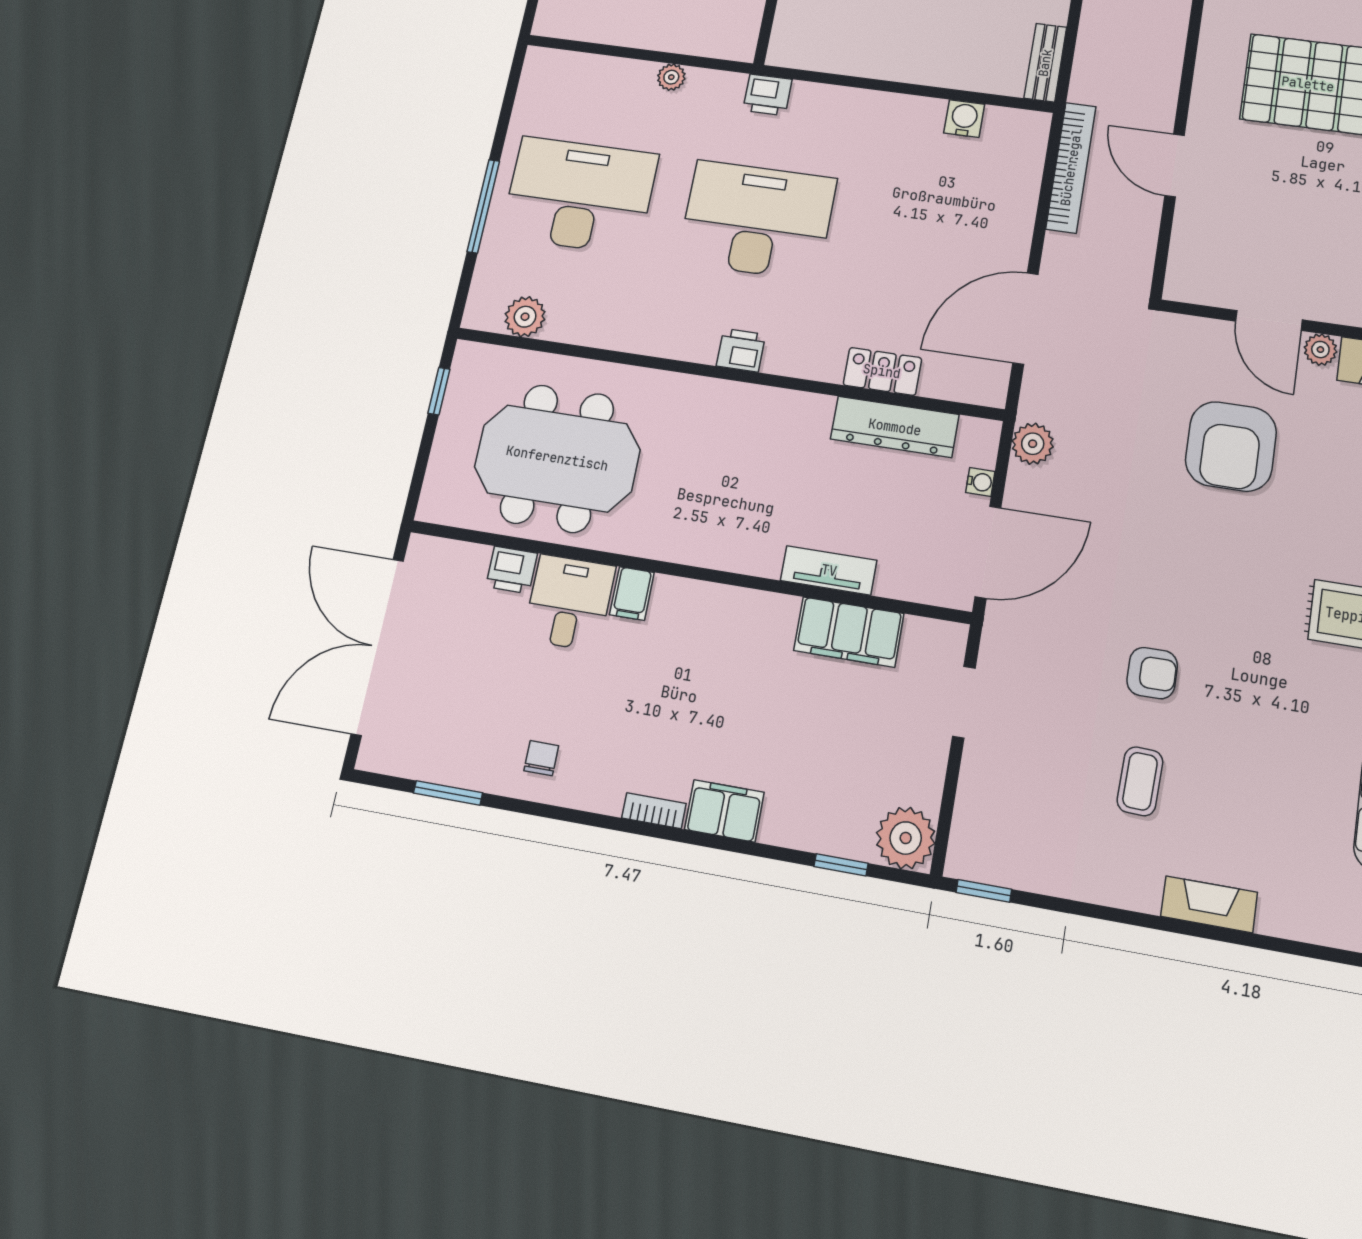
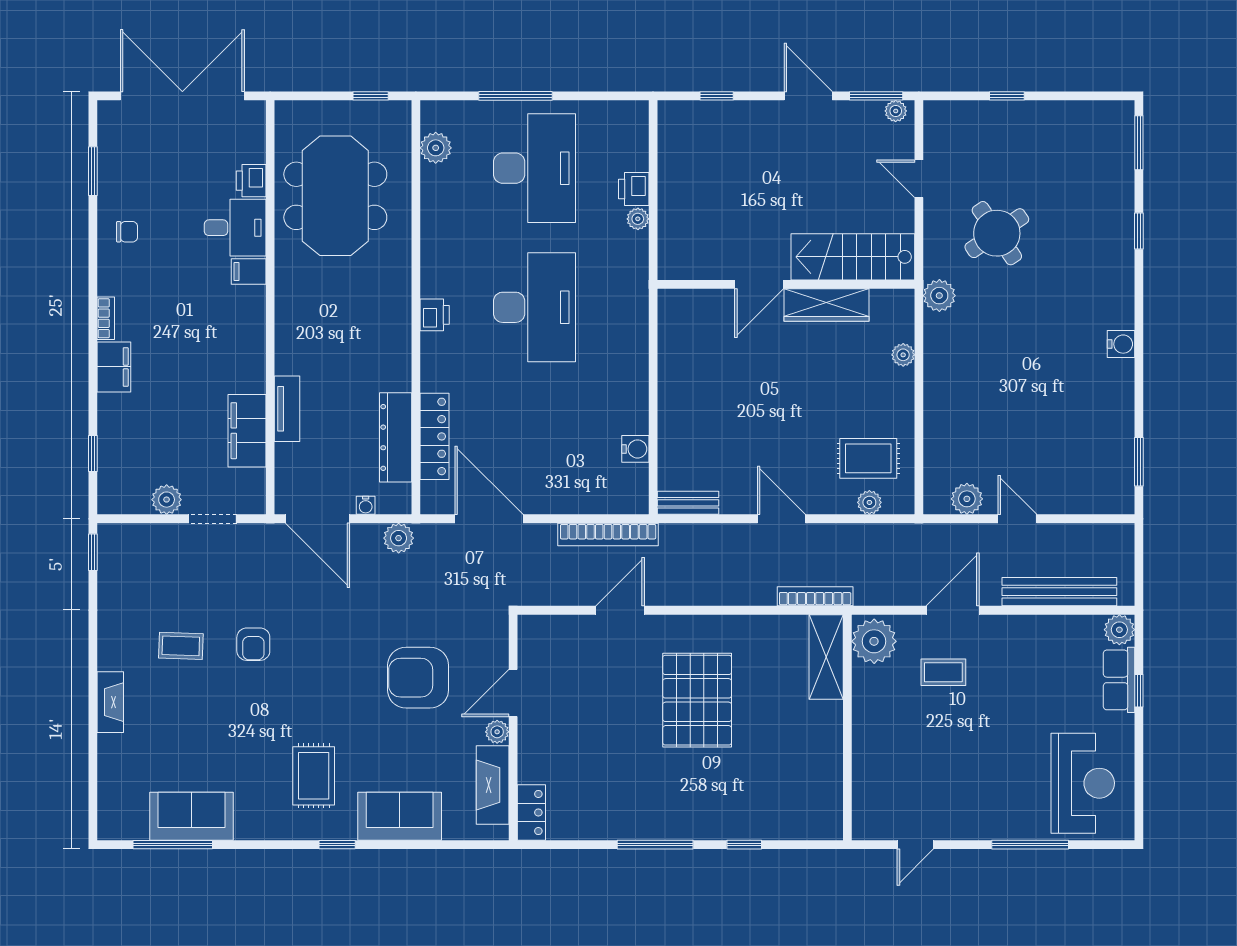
printer: (767, 95) -> (634, 189), moved
locker: (882, 371) -> (435, 436), width x1.53
plant: (906, 838) -> (167, 500), moved, width x0.73, depth x0.73

